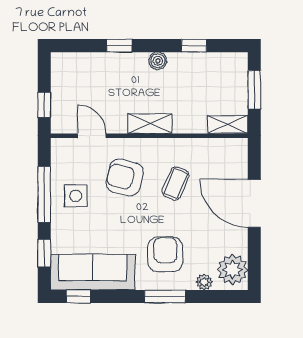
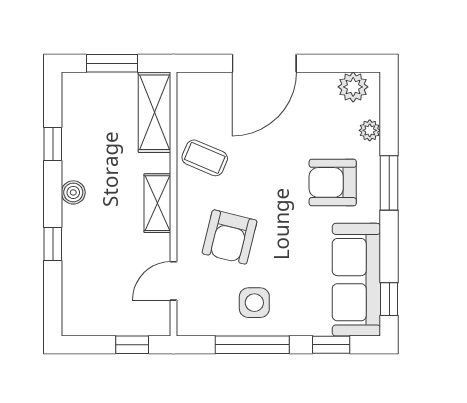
shelving: (228, 124) -> (154, 112), width x1.50, depth x1.33
coffee table: (176, 184) -> (205, 158), moved
plant: (232, 270) -> (353, 87), width x0.73, depth x0.73

